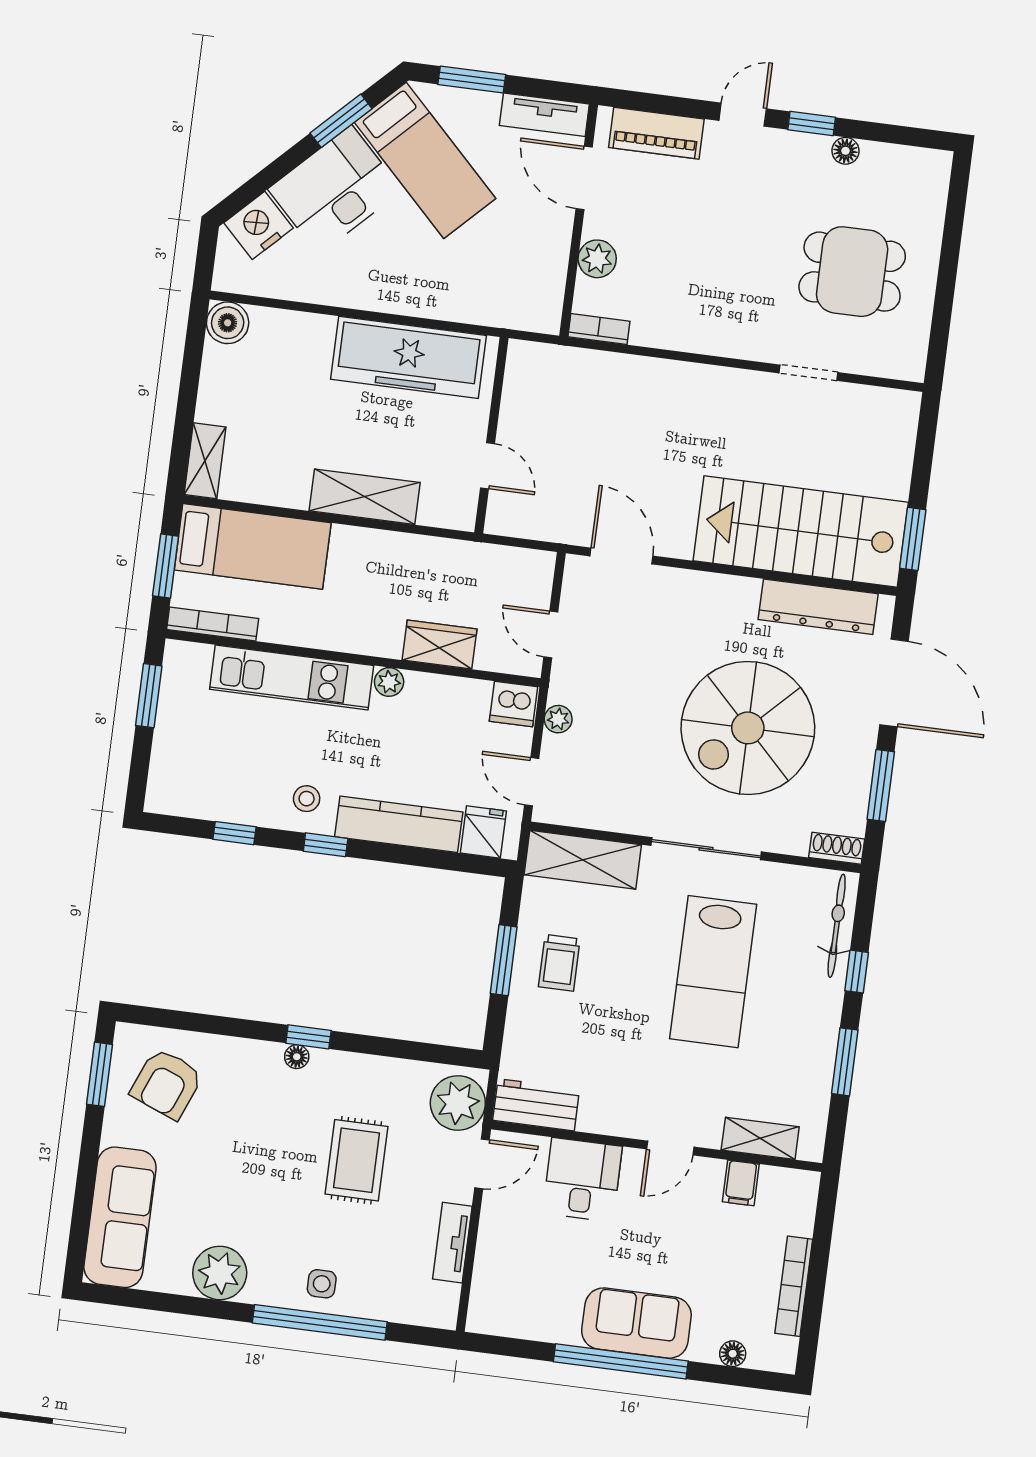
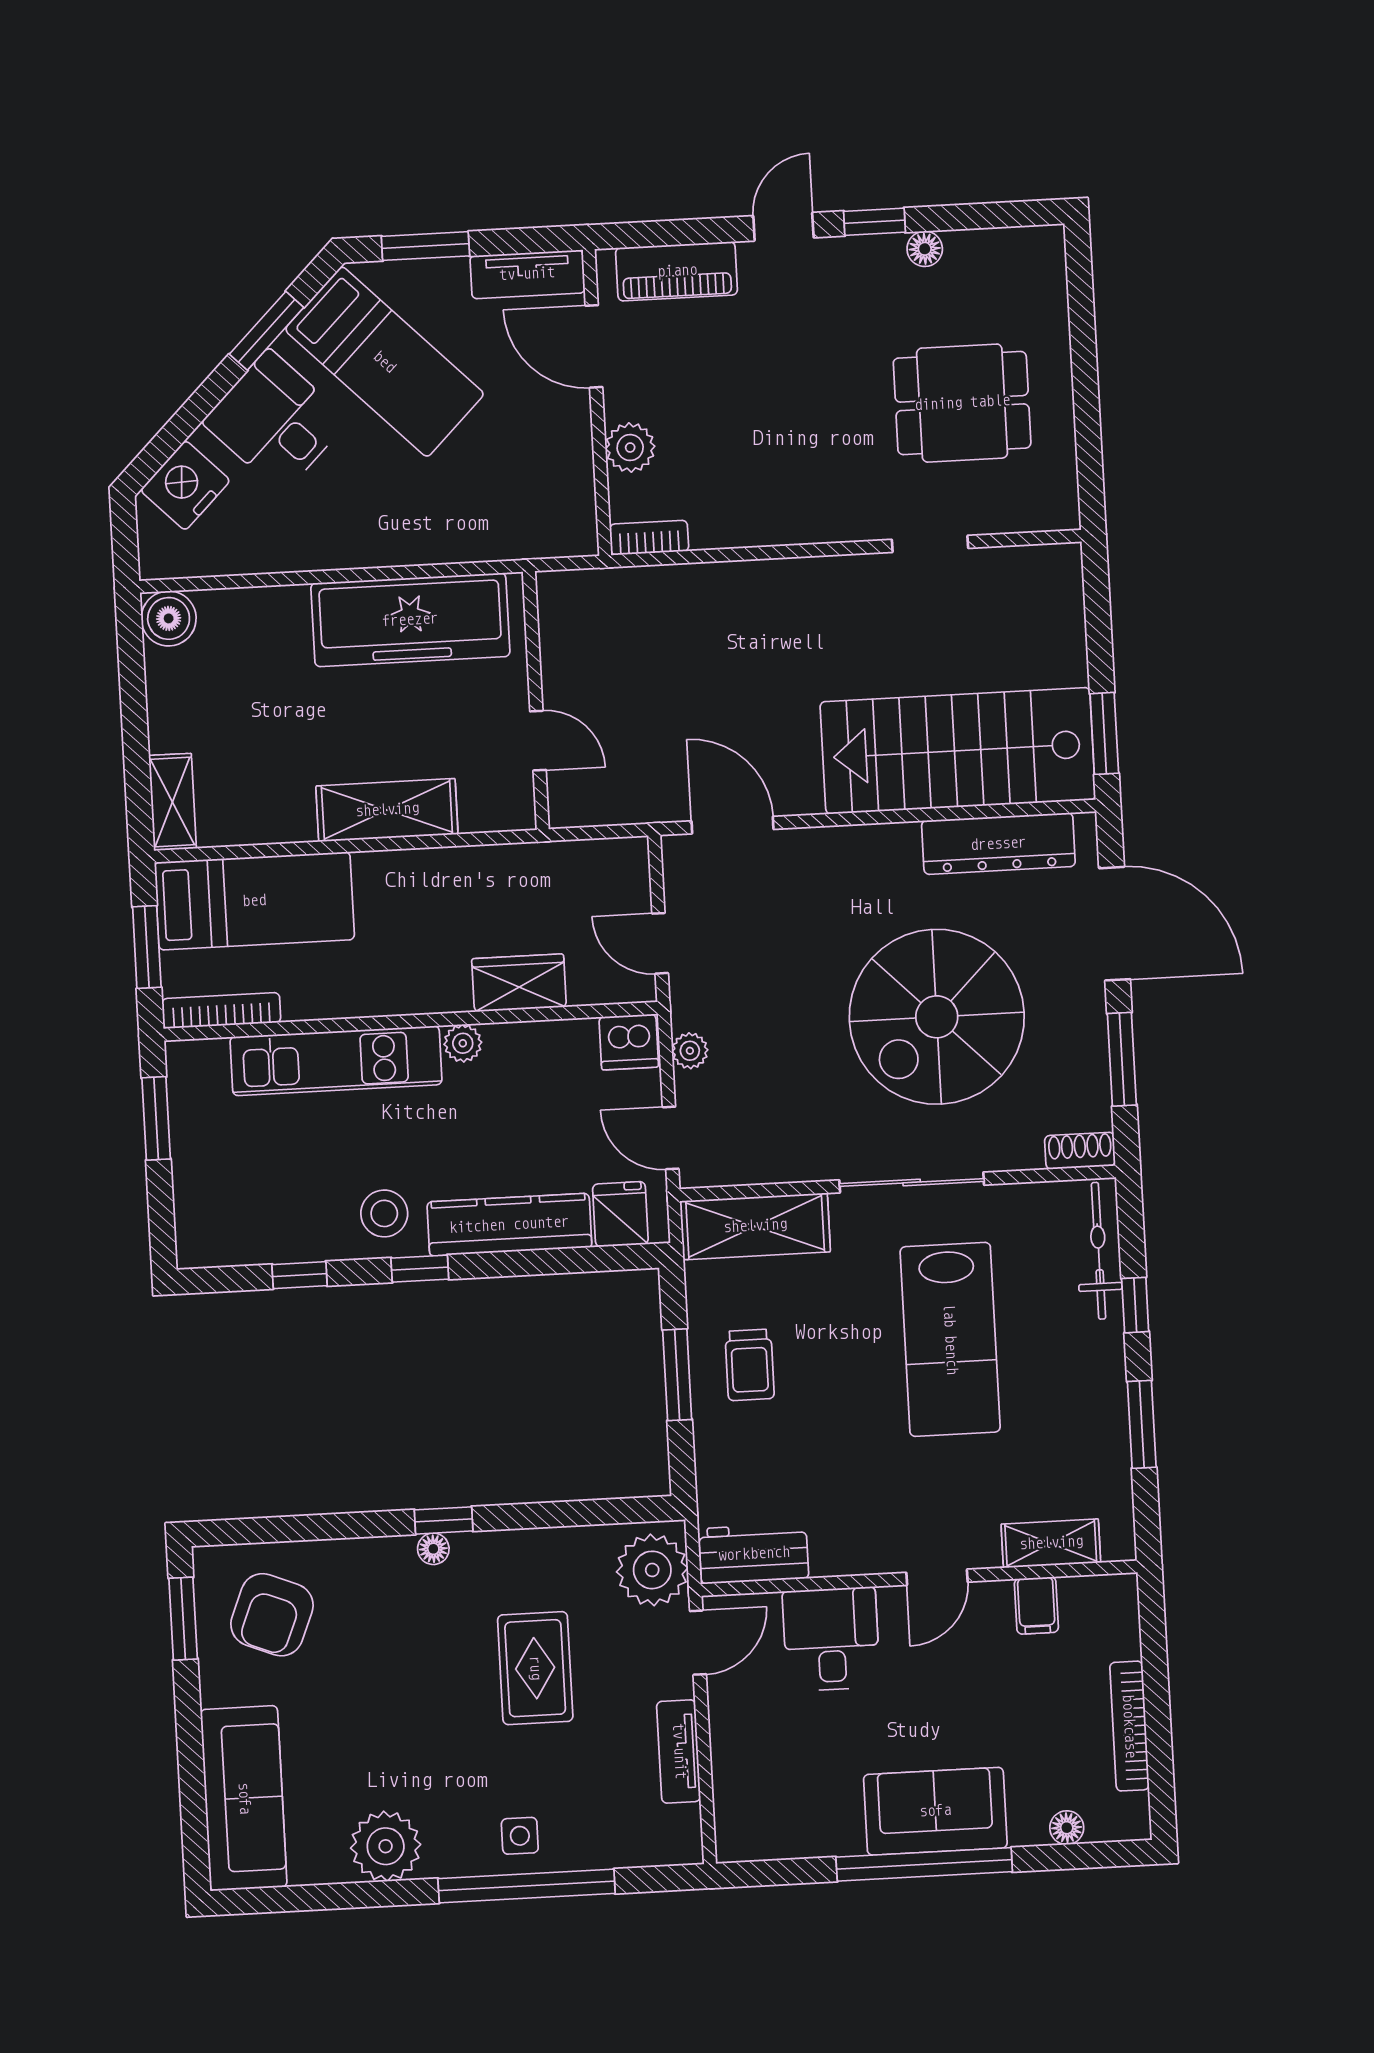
desk: (335, 190) -> (275, 421), width x0.73
stool: (307, 799) -> (384, 1213), width x1.37, depth x1.37

